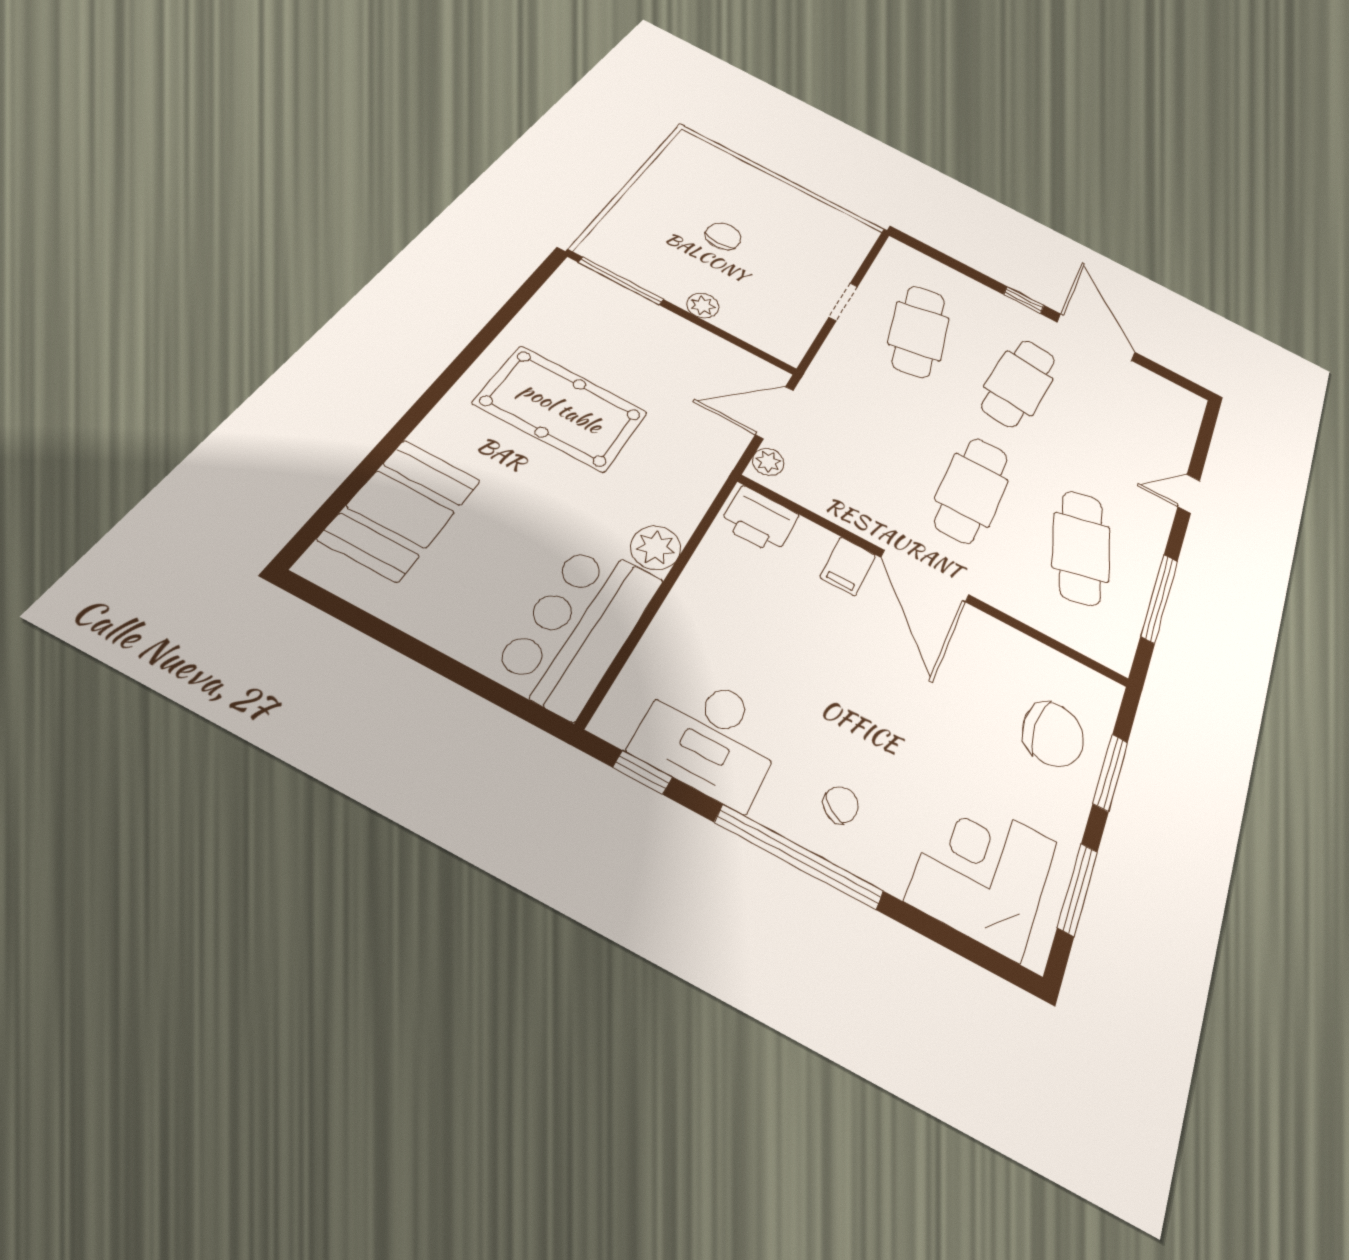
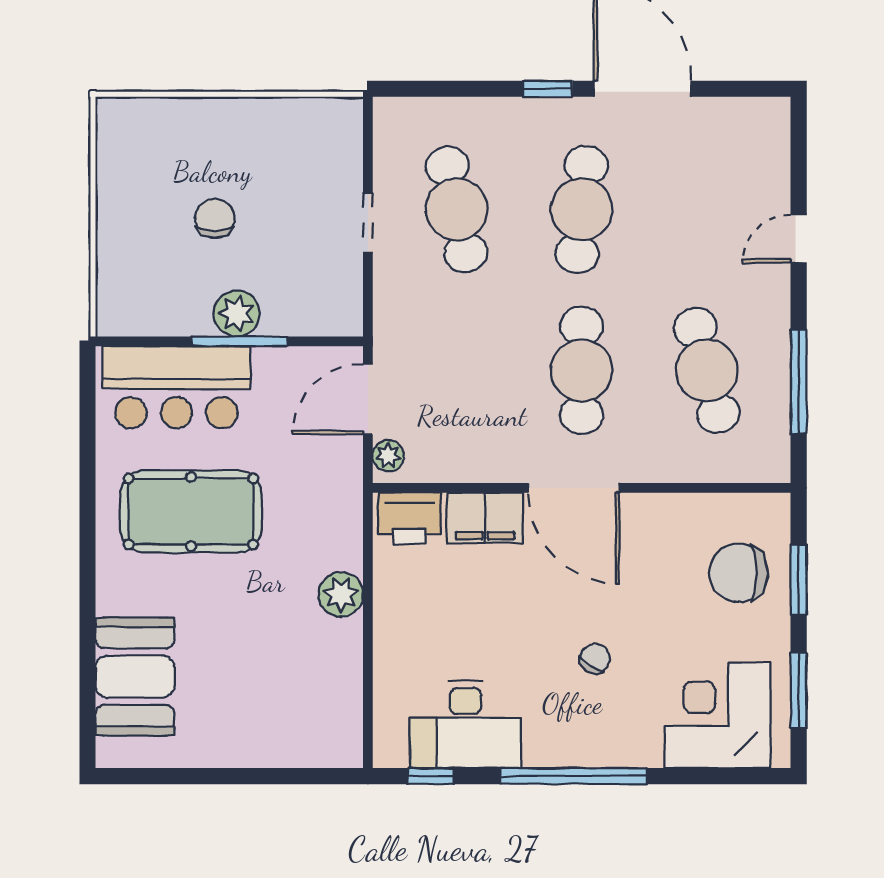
window: (621, 281) -> (240, 341), moved
plant: (703, 306) -> (237, 314), width x1.38, depth x1.38
filing cabinet: (848, 566) -> (485, 518), width x2.00
bar counter: (579, 626) -> (176, 387), moved, turned -90
chair: (1053, 734) -> (739, 573), turned 180
chair: (841, 805) -> (595, 658), moved

